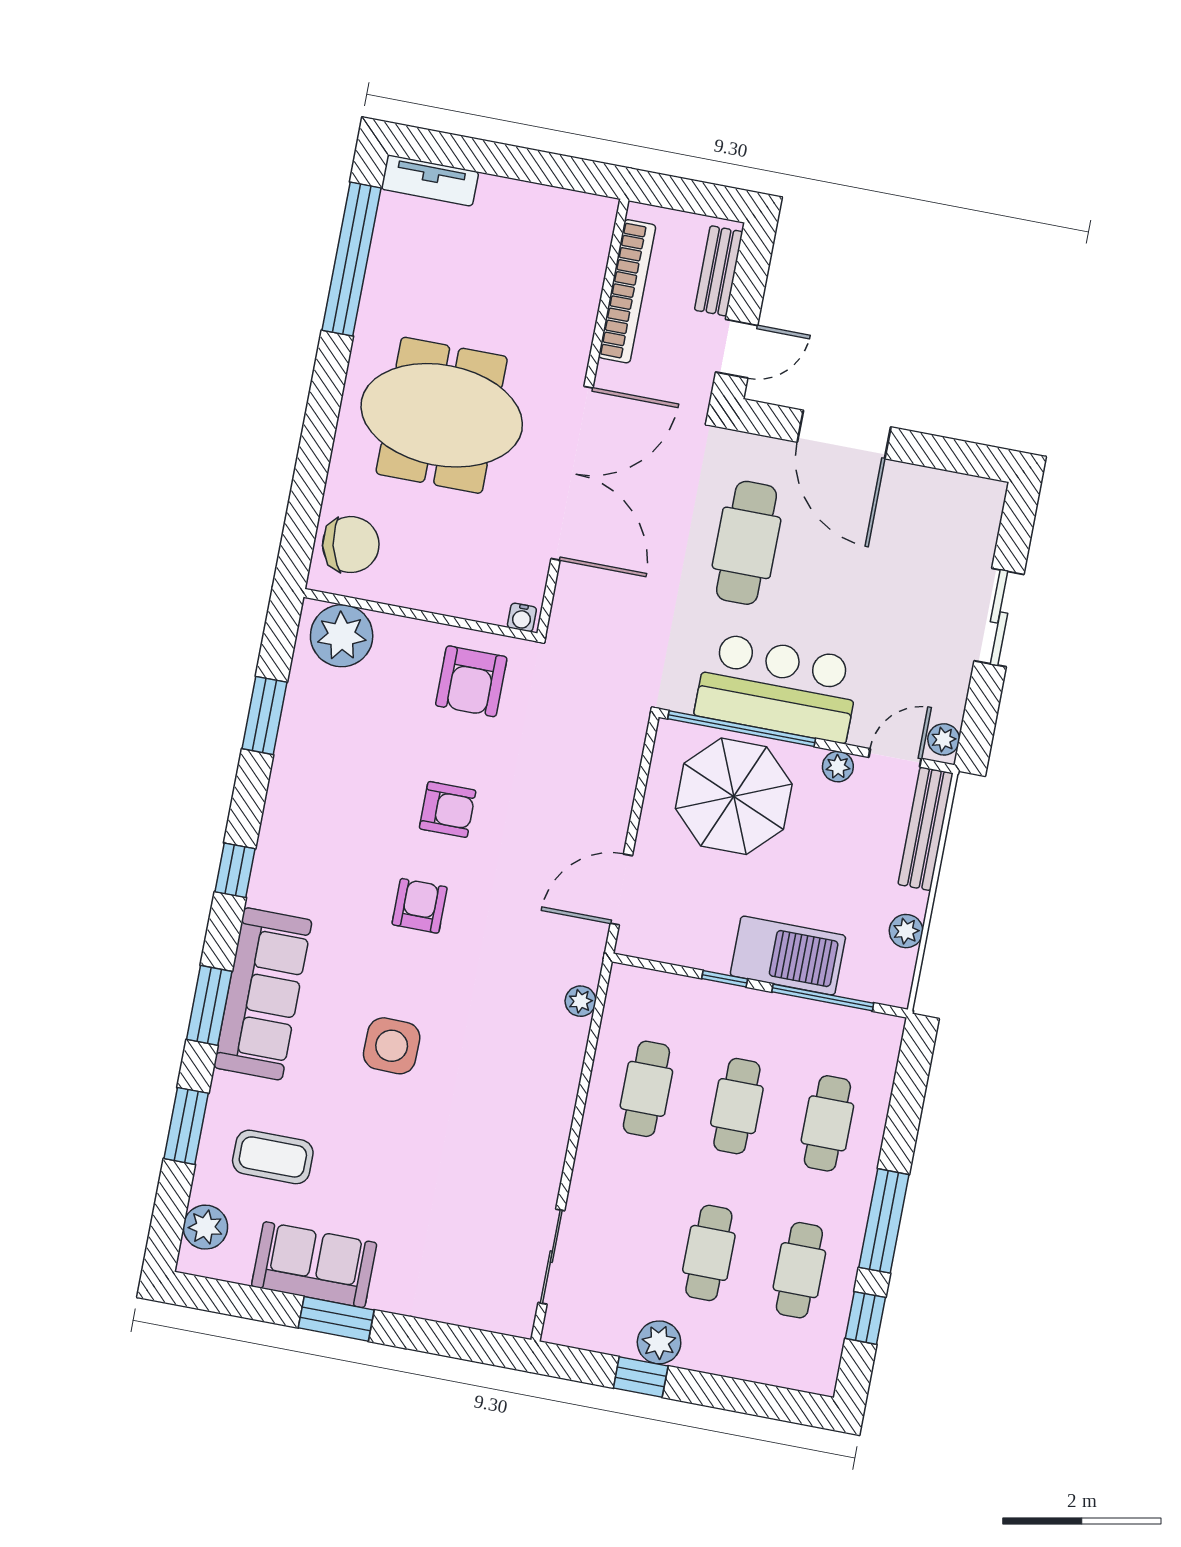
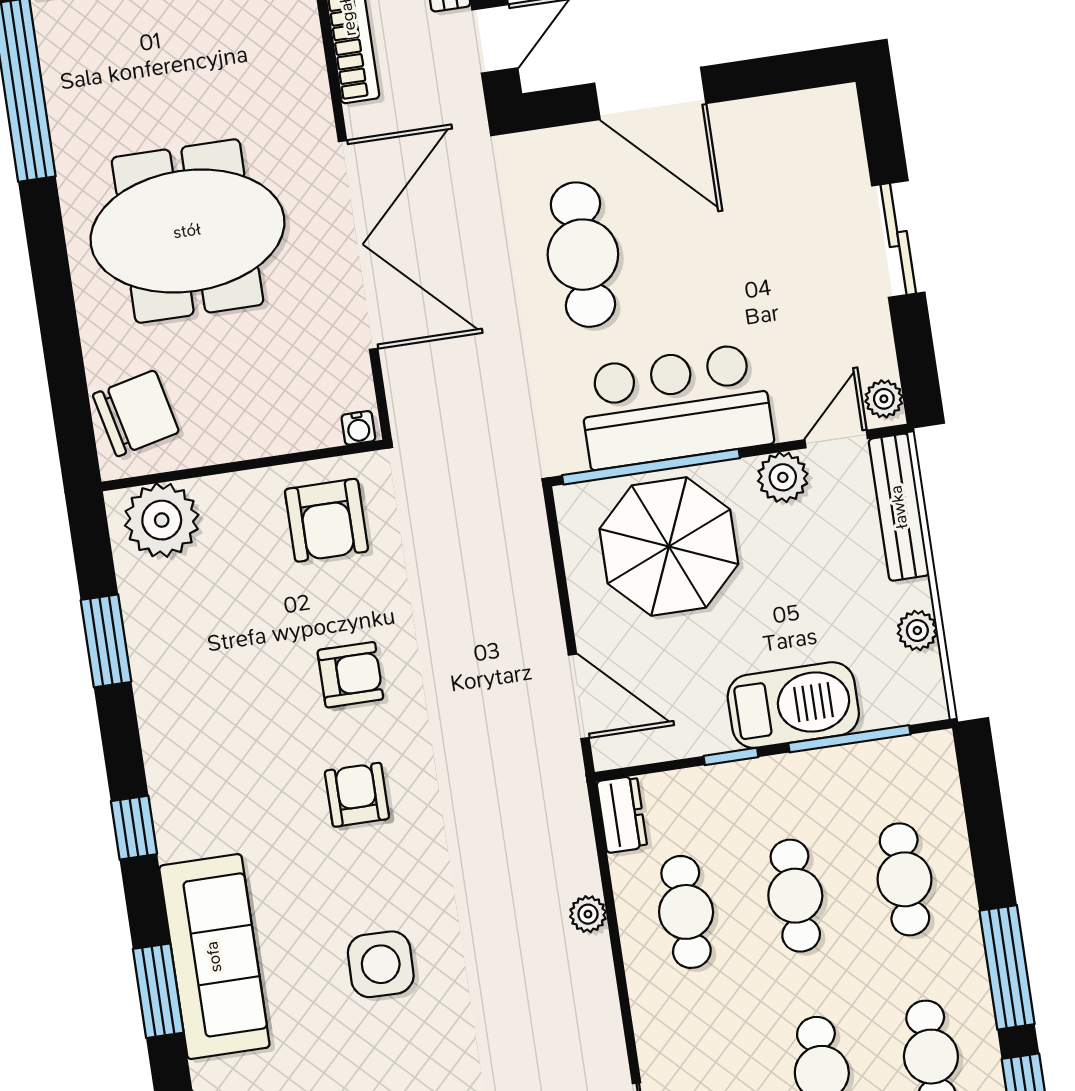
plant: (838, 767) -> (783, 477), width x1.38, depth x1.38
door: (621, 889) -> (579, 696), swing flipped
dresser: (623, 994) -> (622, 814), added
plant: (581, 1001) -> (588, 914), moved

